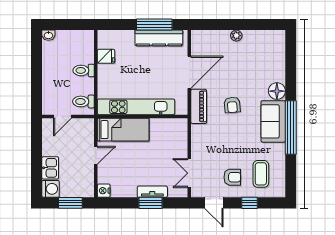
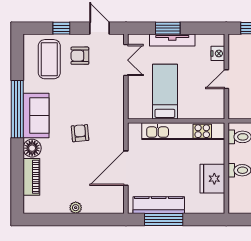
fridge: (106, 56) -> (212, 179), width x1.88, depth x1.34
piano: (199, 106) -> (31, 177), moved, turned 180
bed: (123, 130) -> (165, 92), moved, turned 90
coffee table: (261, 174) -> (49, 59), width x1.36, depth x1.32
nightstand: (104, 191) -> (218, 53), moved
tv unit: (152, 192) -> (172, 40), width x1.41

